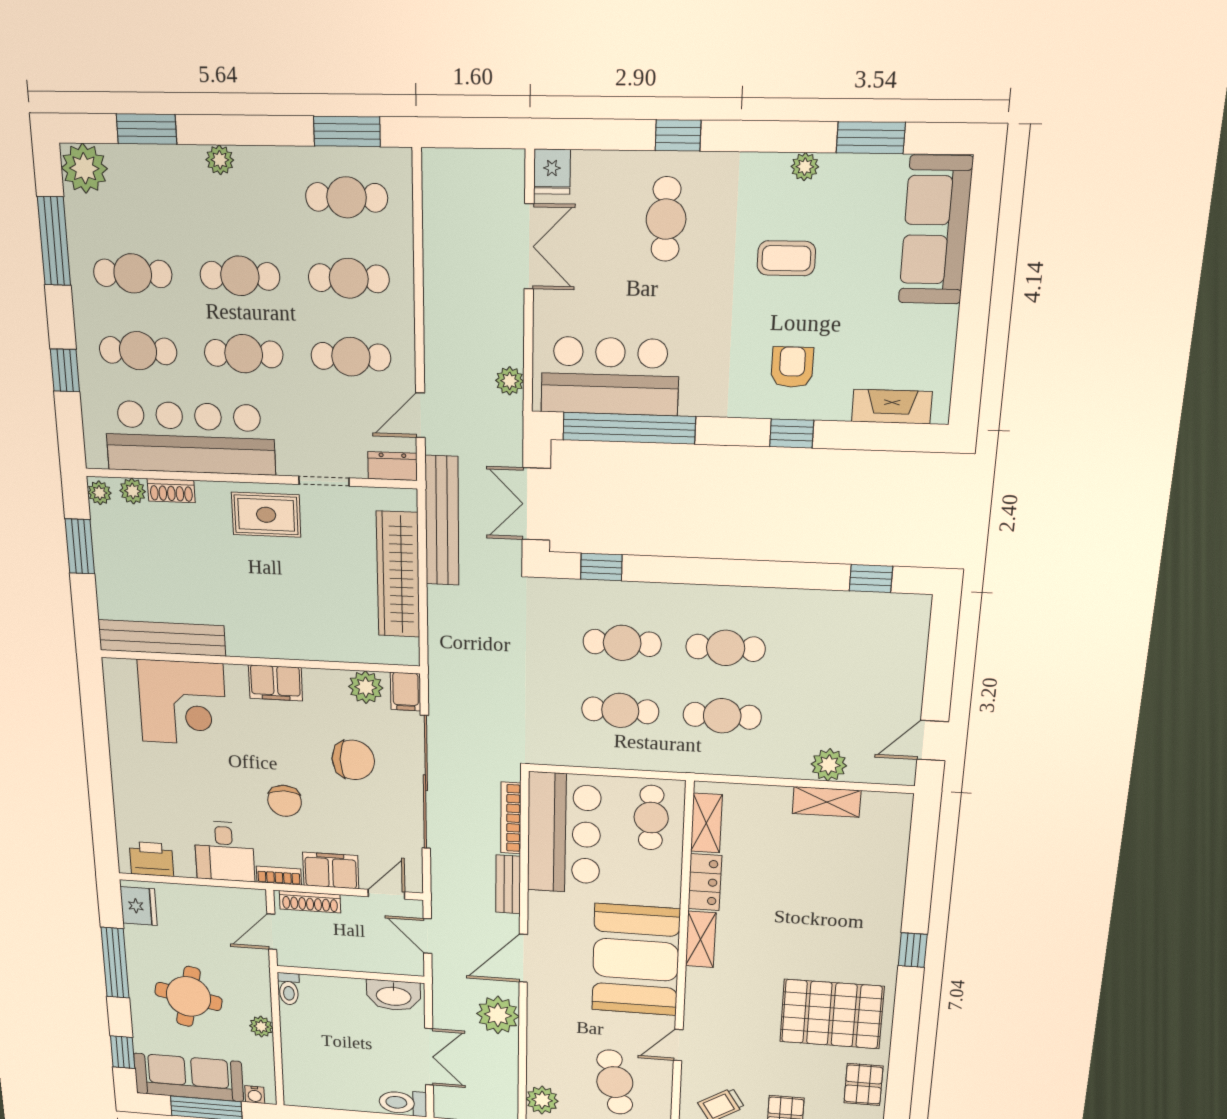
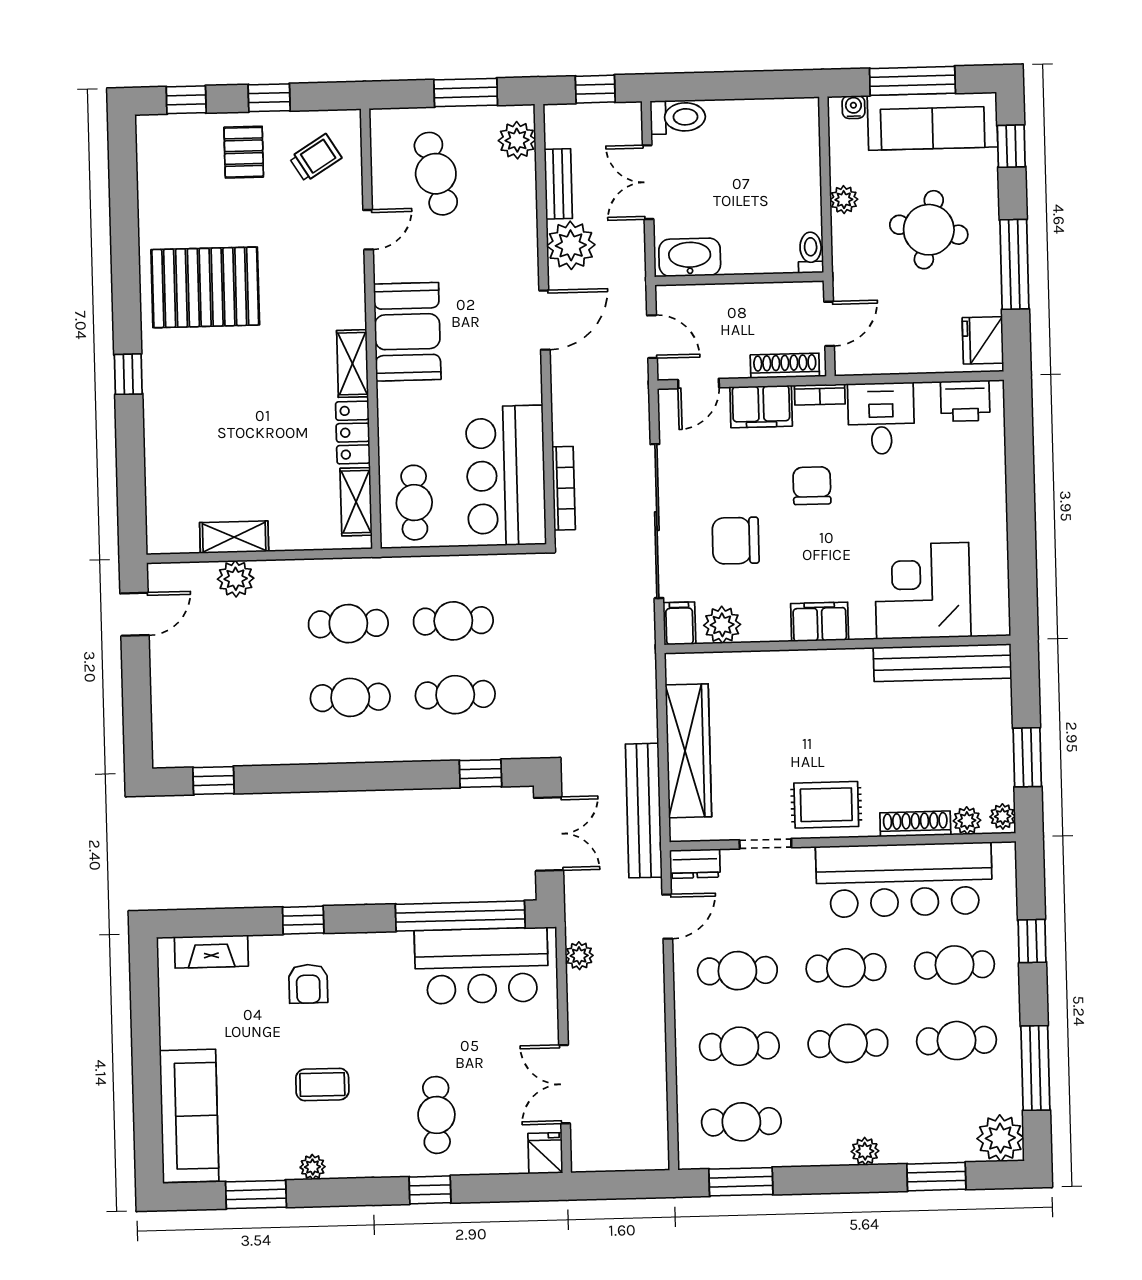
shoe rack: (171, 491) -> (915, 824), width x1.43
bench: (508, 884) -> (558, 184), moved
booth: (636, 960) -> (407, 332), width x0.73, depth x0.70
pallet: (864, 1084) -> (163, 203), removed

